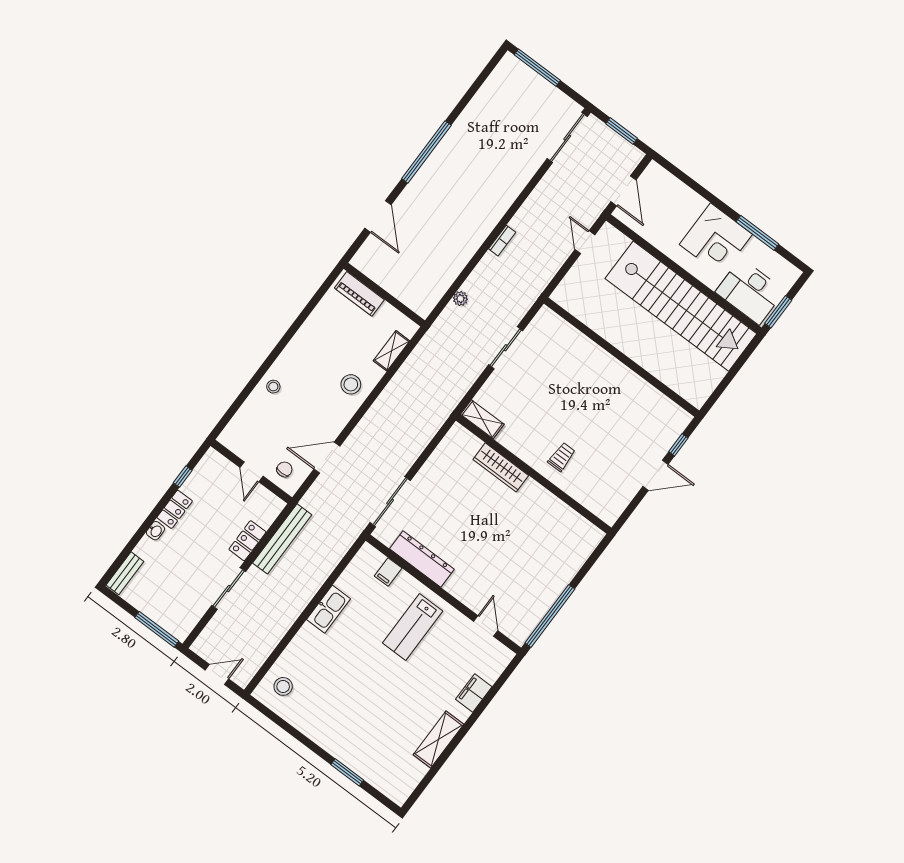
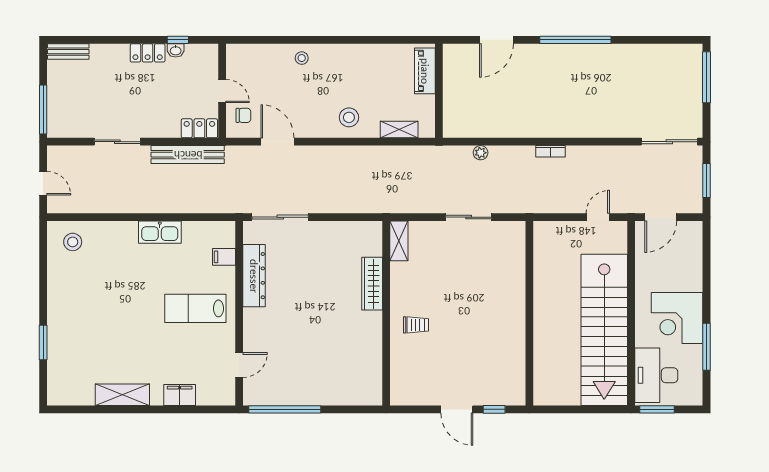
door: (252, 472) -> (222, 91), swing flipped
washbasin: (155, 531) -> (176, 50), moved
locker: (247, 541) -> (199, 128), moved

